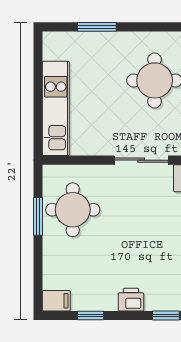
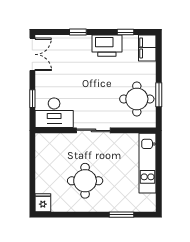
printer: (131, 300) -> (107, 46), width x1.87, depth x1.48
filing cabinet: (56, 301) -> (147, 48), width x2.00

